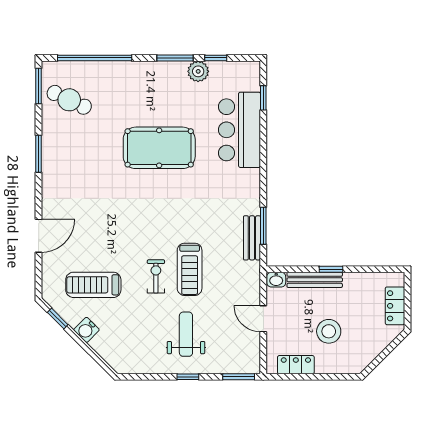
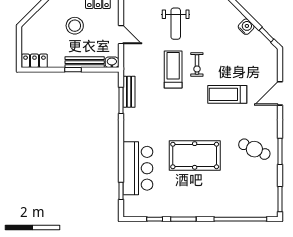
plant: (198, 71) -> (167, 210), removed
cafe table: (69, 100) -> (254, 149), moved
treadmill: (93, 285) -> (227, 94), moved, turned 180
locker: (395, 306) -> (34, 61), moved, turned -90

